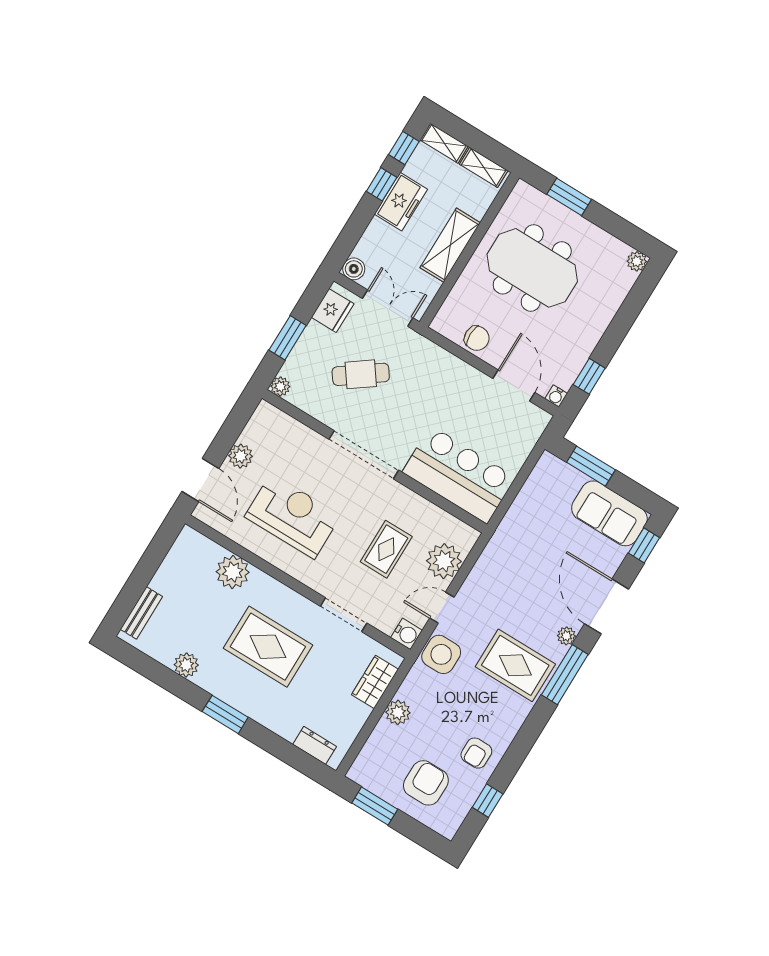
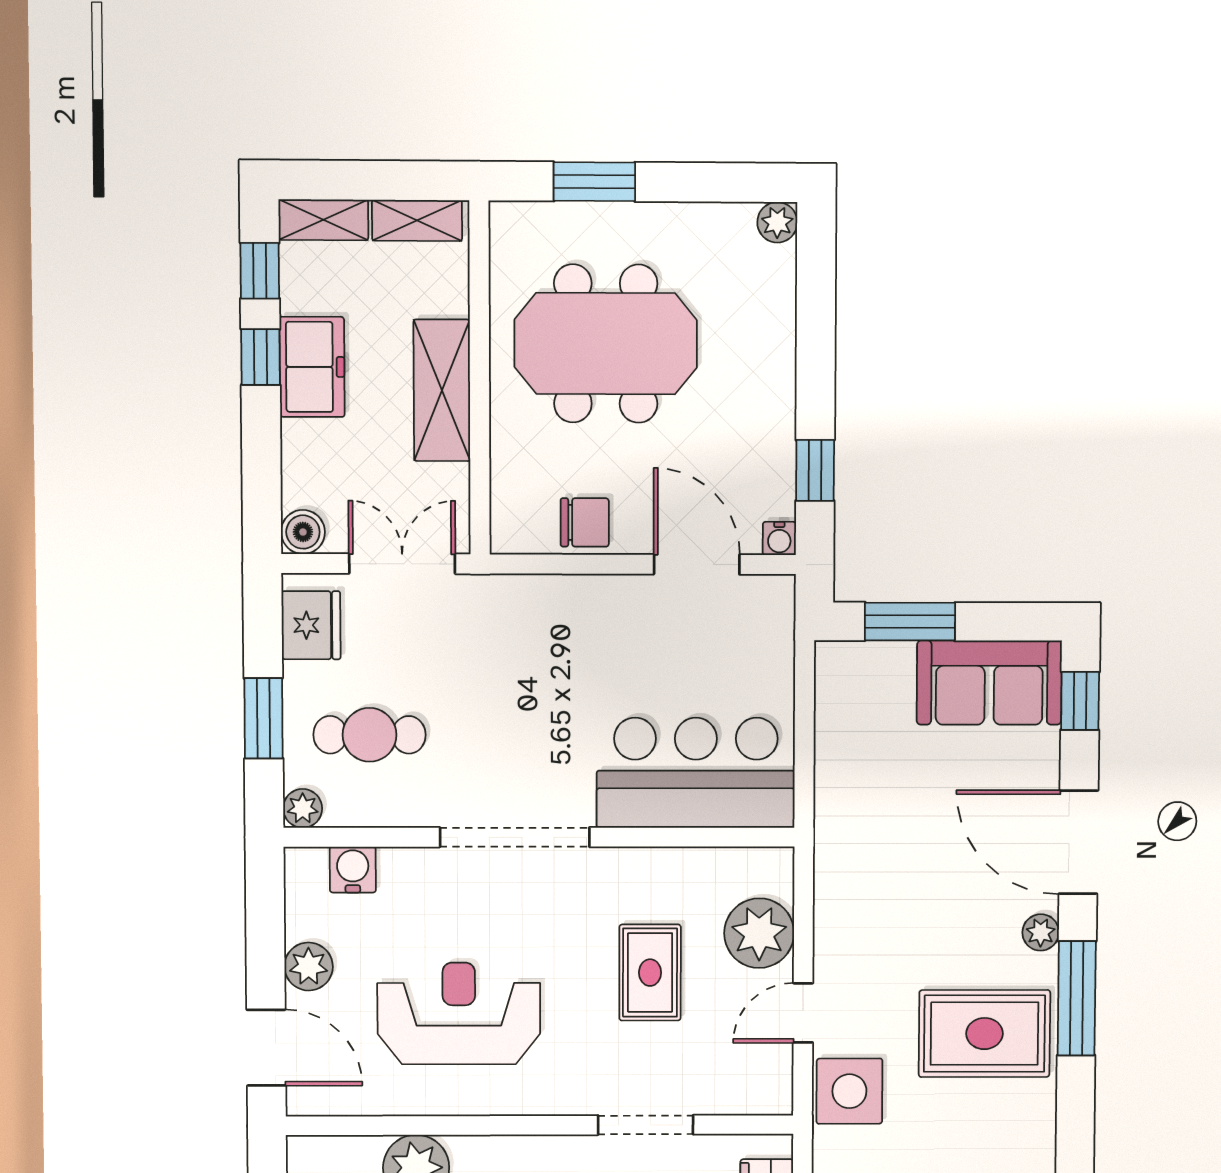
cafe table: (361, 374) -> (370, 735), moved, turned 36
water cooler: (406, 634) -> (353, 870), moved, turned -90

